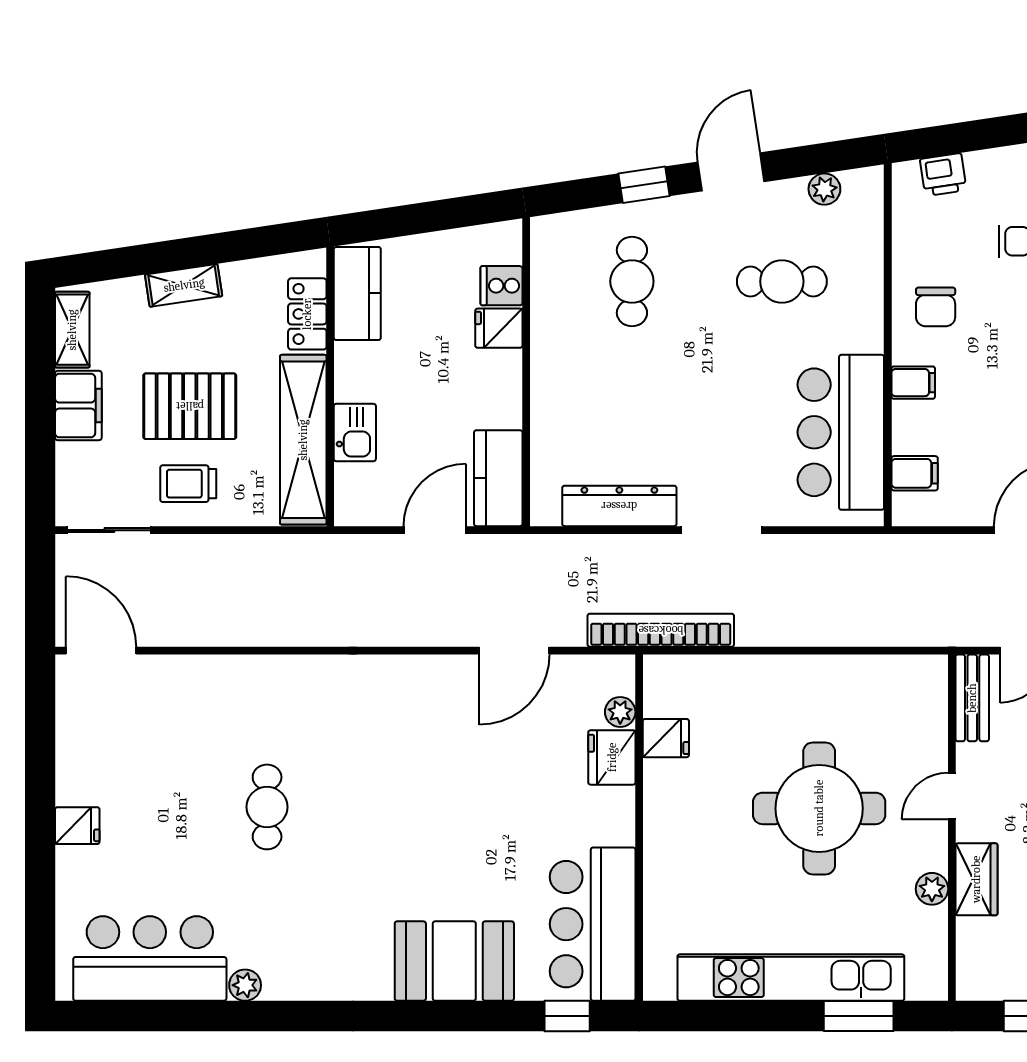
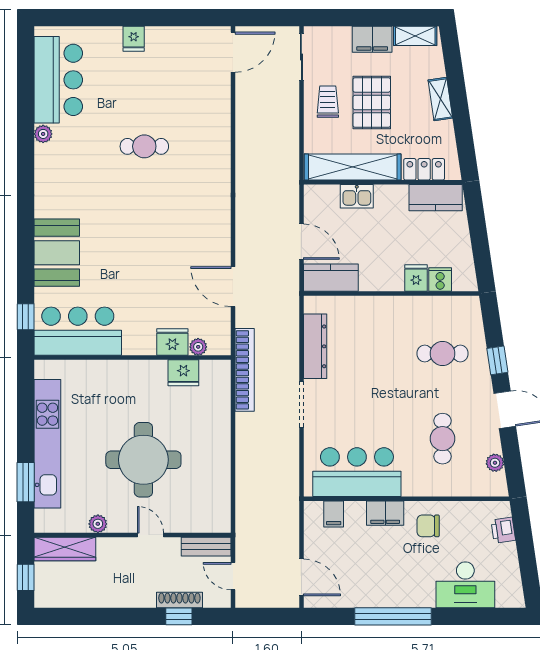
filing cabinet: (913, 383) -> (385, 513), width x2.00
fridge: (666, 738) -> (183, 373), width x1.38
wardrobe: (976, 879) -> (65, 549), moved, width x1.50

